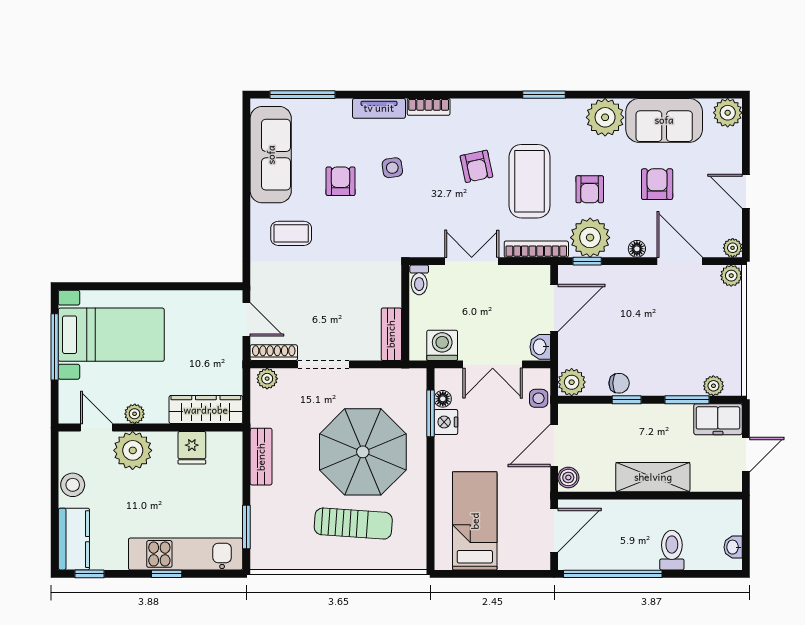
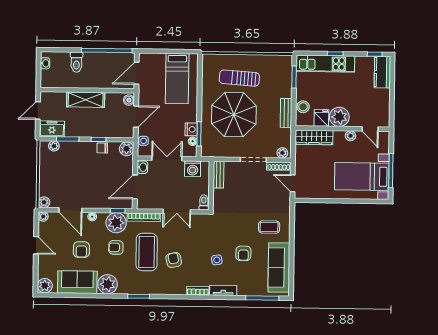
armchair: (590, 189) -> (116, 247), turned -90
plant: (133, 450) -> (339, 117), moved
stool: (73, 485) -> (303, 107), moved

